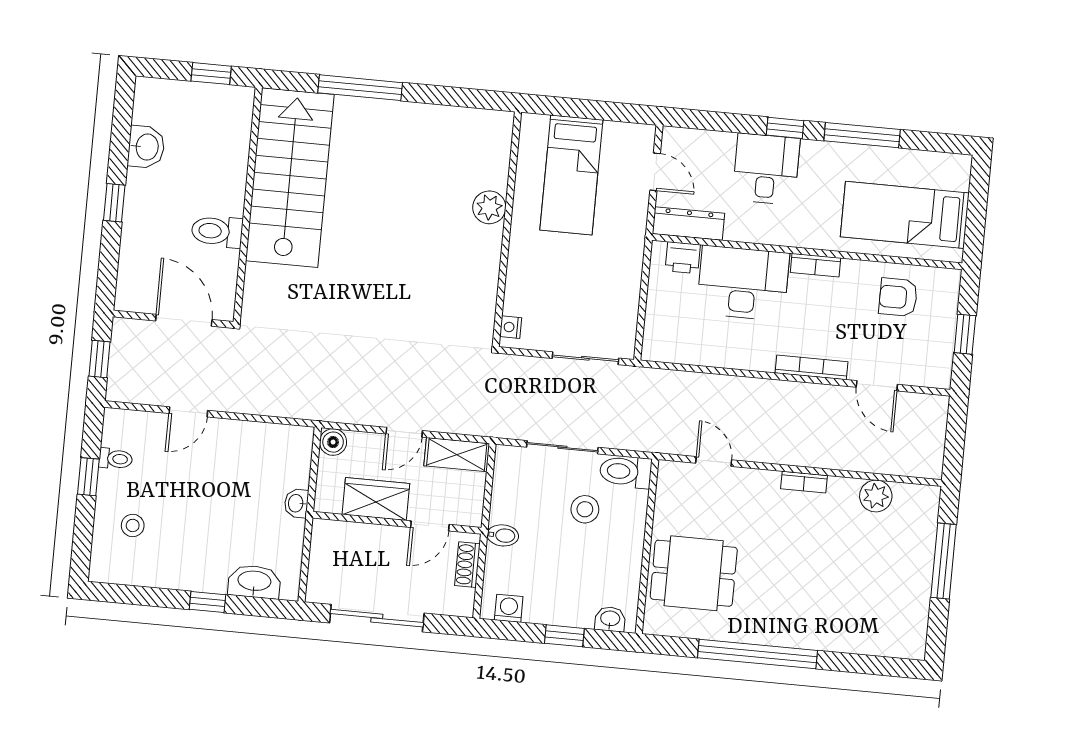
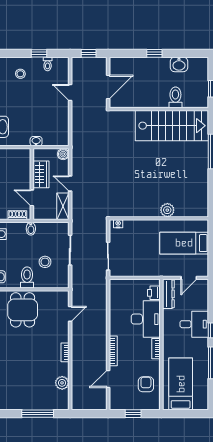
toilet: (217, 231) -> (175, 97), moved
toilet: (626, 472) -> (27, 277), moved

